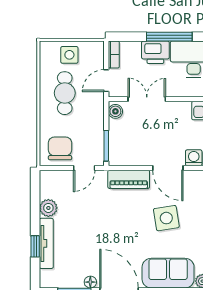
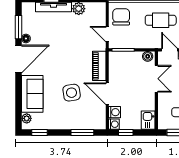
chair: (60, 148) -> (121, 17), turned -90
door: (168, 168) -> (107, 94), hinge flipped

